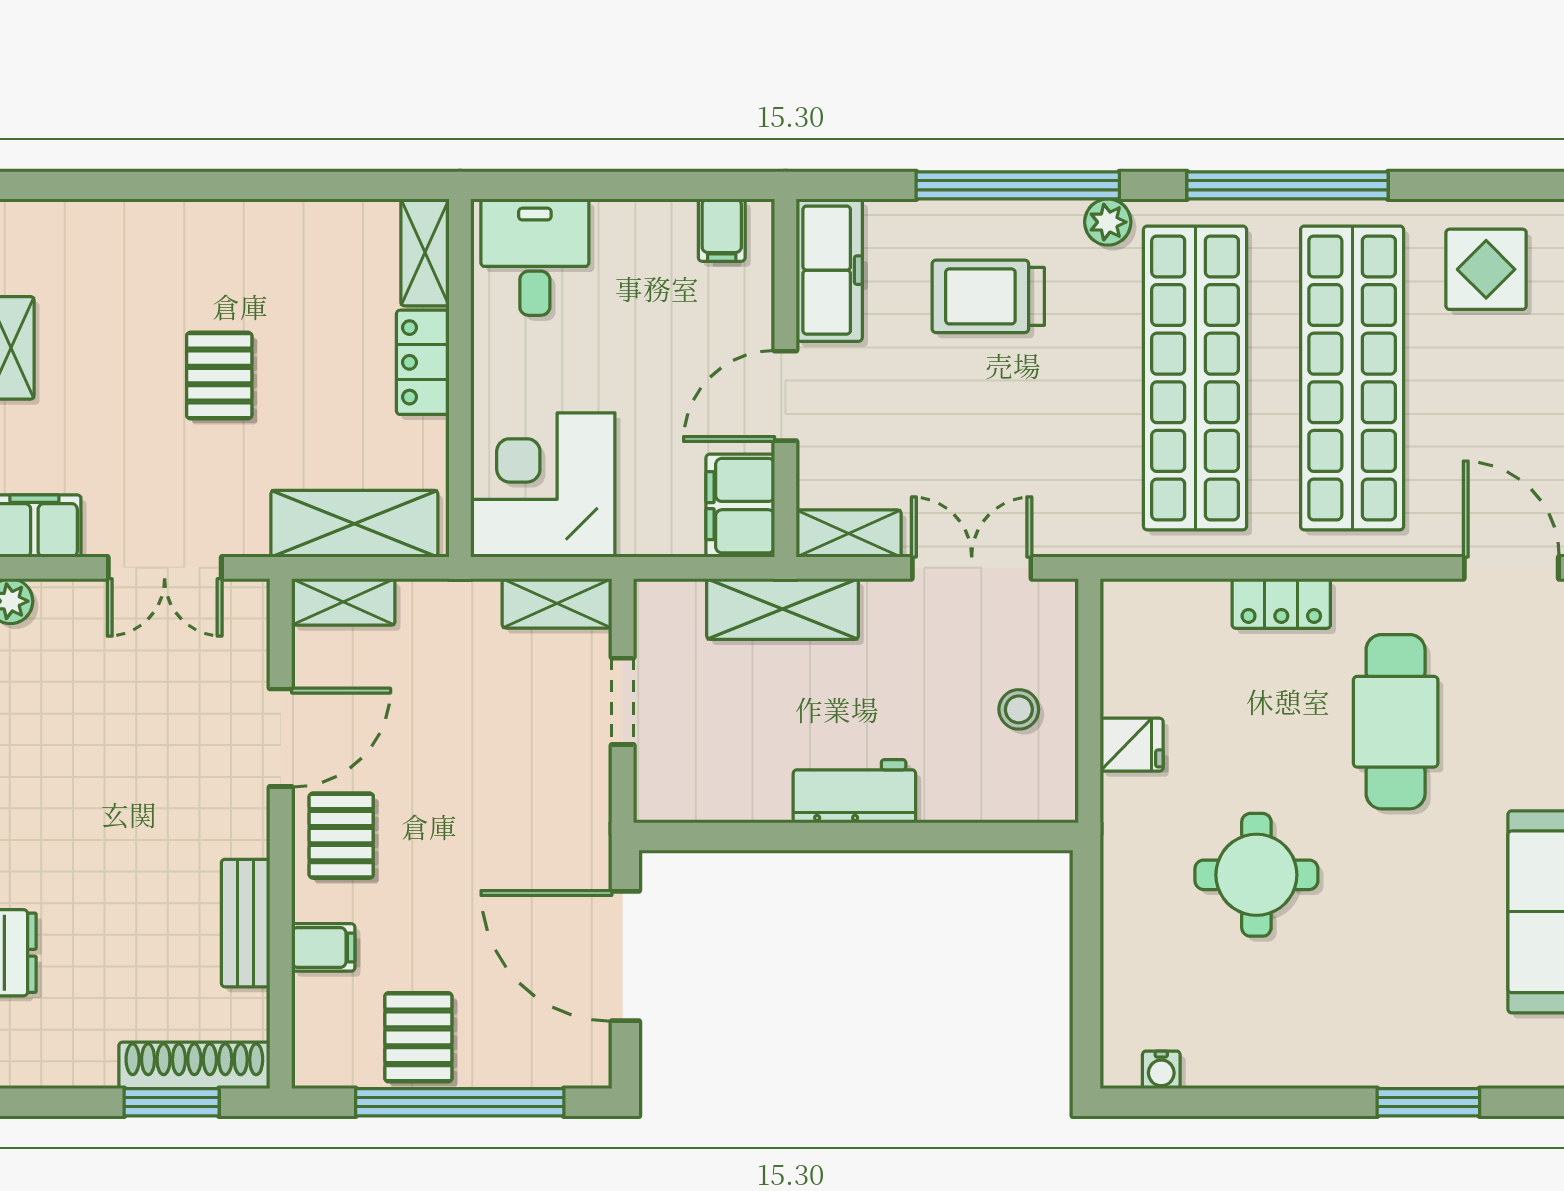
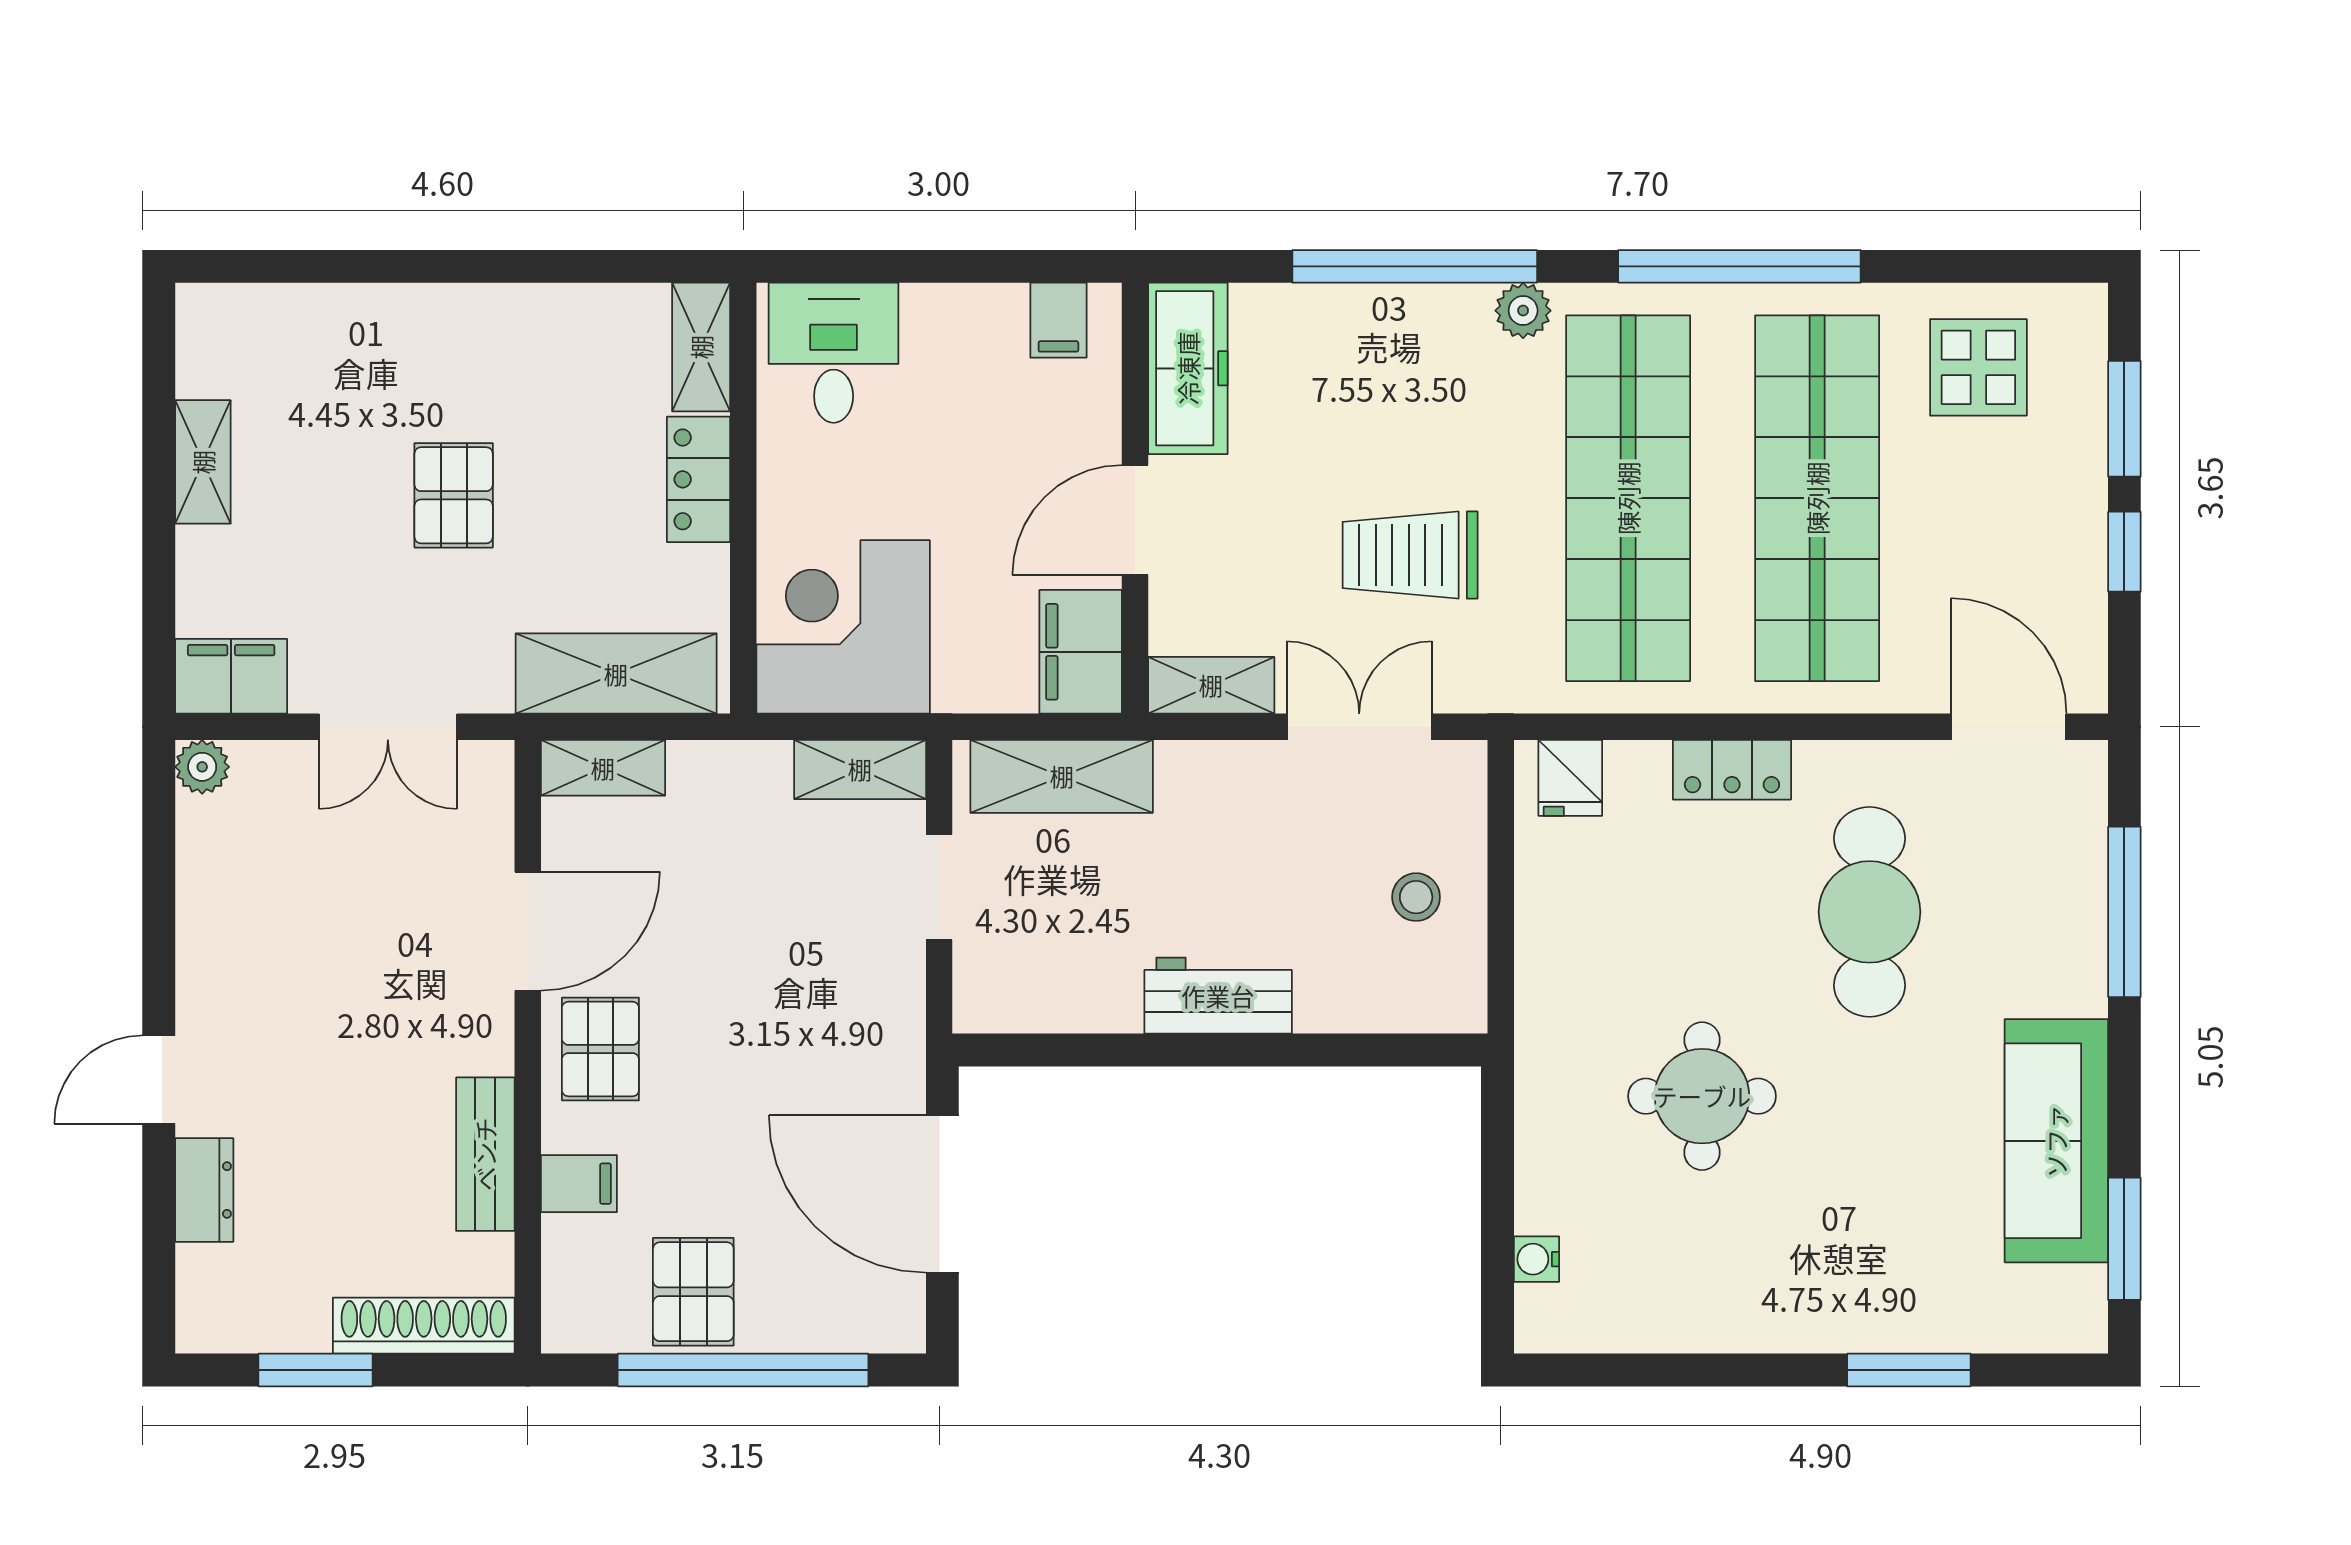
trolley: (988, 296) -> (1410, 555), moved
shelving: (783, 609) -> (1062, 776), moved
fridge: (1132, 745) -> (1570, 778), moved, turned 90
water cooler: (1161, 1070) -> (1537, 1259), moved, turned 90
window: (172, 1102) -> (315, 1370), moved

